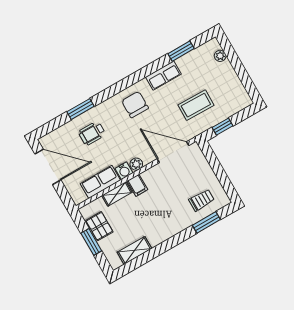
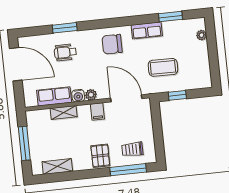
chair: (135, 104) -> (112, 44), turned -90
filing cabinet: (137, 185) -> (97, 111), moved
trolley: (202, 200) -> (132, 149), turned 180
window: (206, 222) -> (128, 170), width x1.44
pallet: (99, 226) -> (100, 156), moved
window: (91, 242) -> (24, 143), width x1.44

